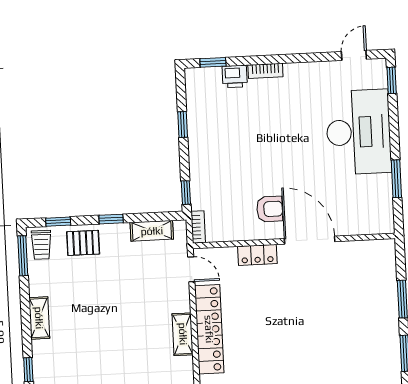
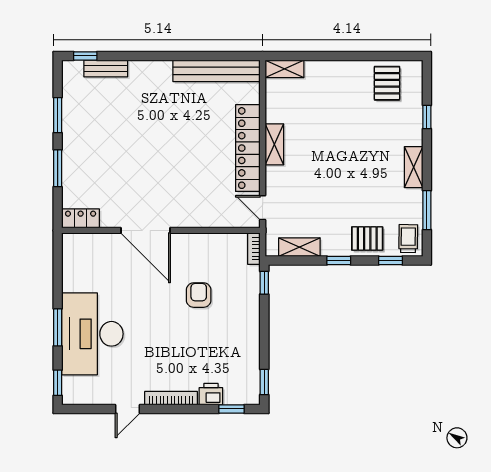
door: (354, 55) -> (128, 409), moved
bookcase: (265, 71) -> (171, 398), width x1.56
window: (183, 125) -> (264, 382), moved
window: (396, 179) -> (58, 327), moved
armchair: (270, 209) -> (199, 295), moved, turned 90
locker: (257, 255) -> (81, 218), moved
window: (23, 256) -> (427, 210), moved

